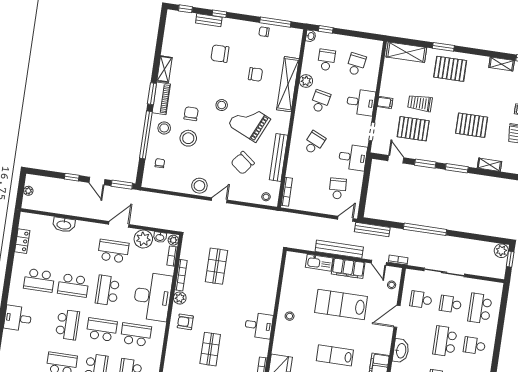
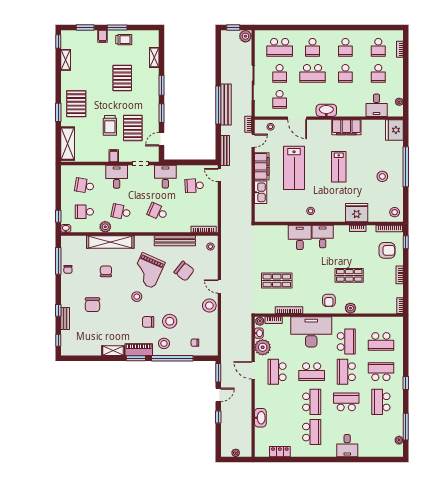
bench: (339, 249) -> (226, 104), moved
plant: (501, 251) -> (245, 36), moved
plant: (180, 298) -> (350, 308), moved
desk: (261, 299) -> (300, 237), added
school desk: (136, 335) -> (346, 342), turned 180

